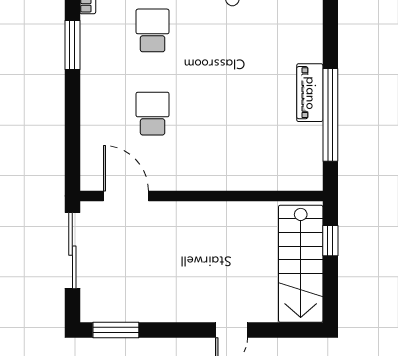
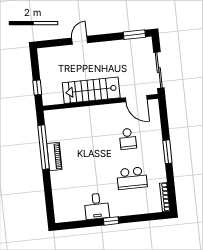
school desk: (153, 30) -> (132, 178), width x1.85
window: (72, 45) -> (167, 152), moved
stairs: (301, 264) -> (91, 90), moved, turned -90

